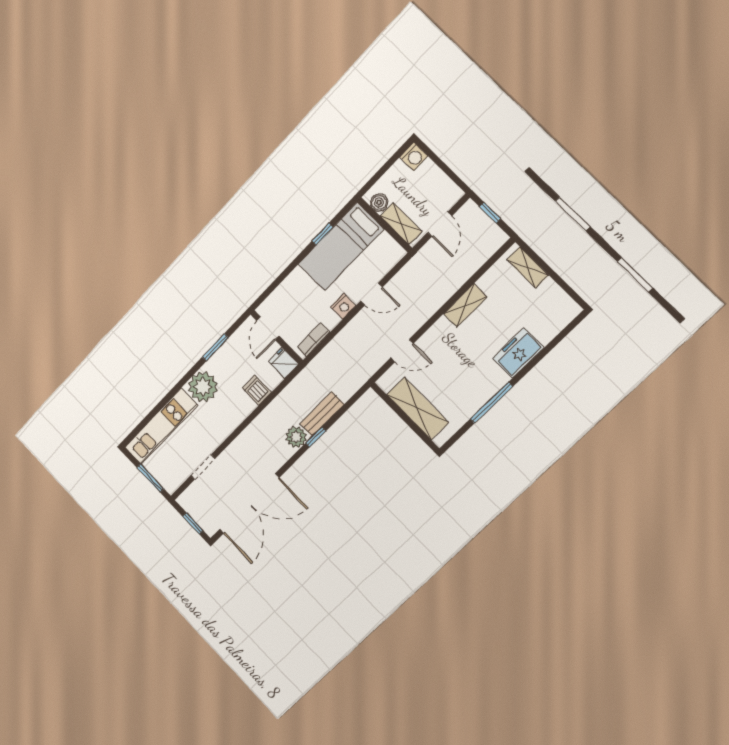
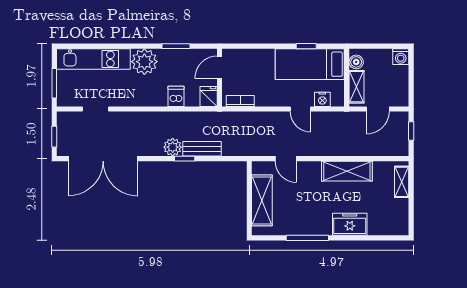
shelving: (465, 305) -> (347, 171), width x1.50, depth x1.33
nightstand: (343, 306) -> (322, 99), moved

